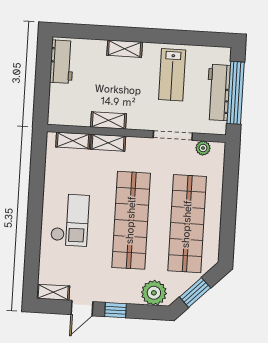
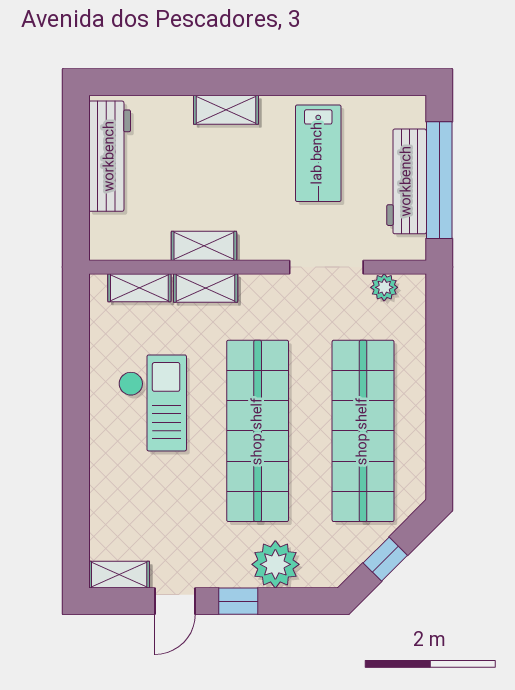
workbench: (62, 62) -> (110, 156), width x1.38
checkout: (70, 220) -> (152, 403), moved
window: (195, 292) -> (385, 559), width x0.67
plant: (154, 293) -> (275, 564), moved

